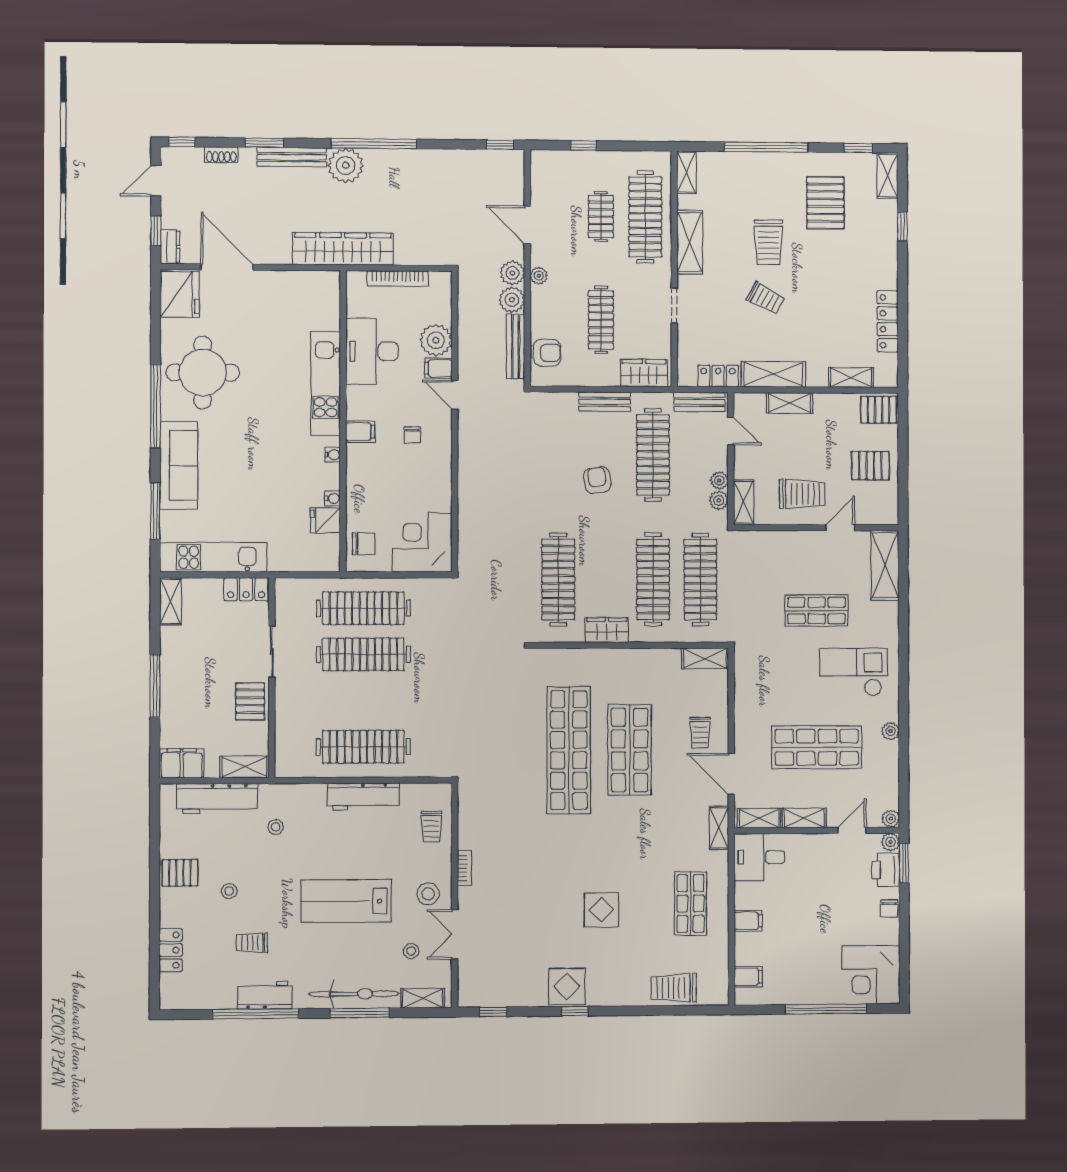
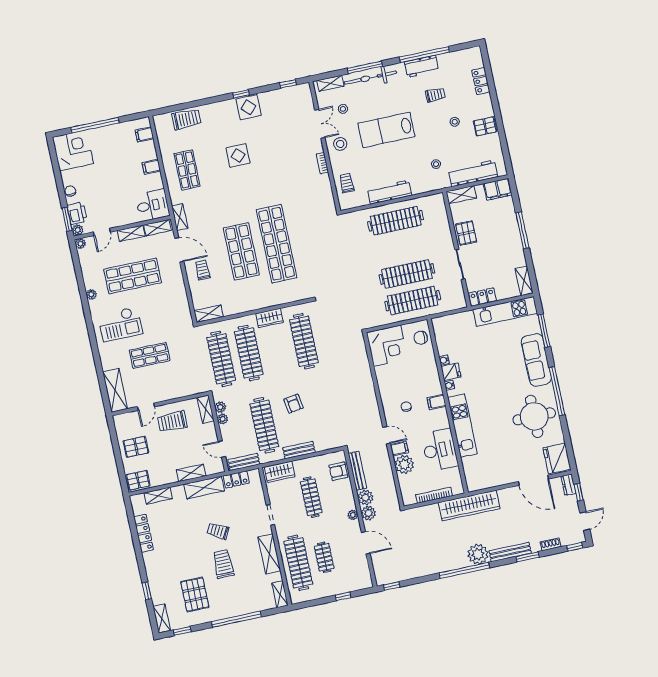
fridge: (325, 520) -> (451, 372), moved
lab bench: (346, 901) -> (386, 130), turned 180

